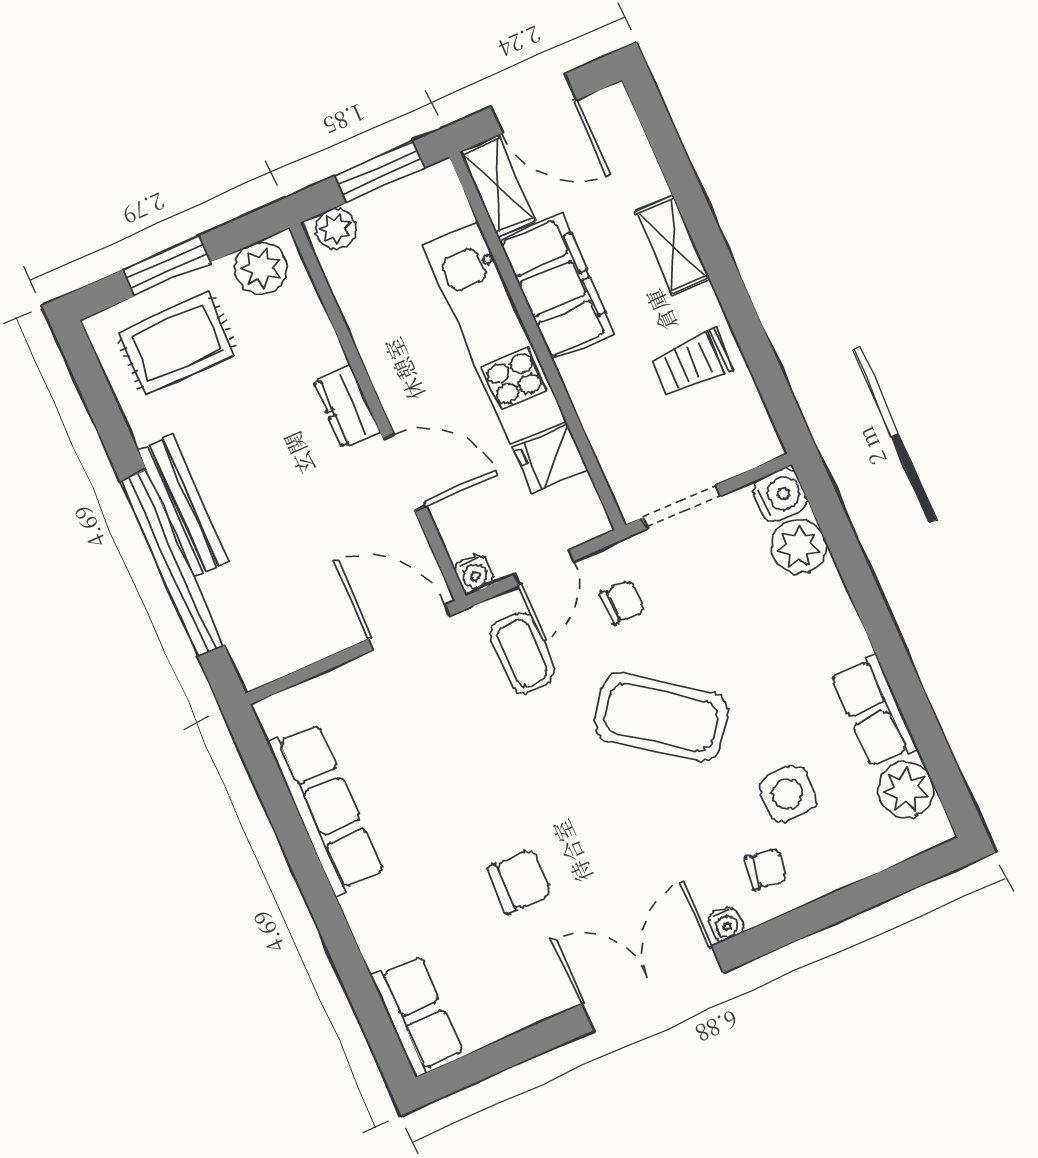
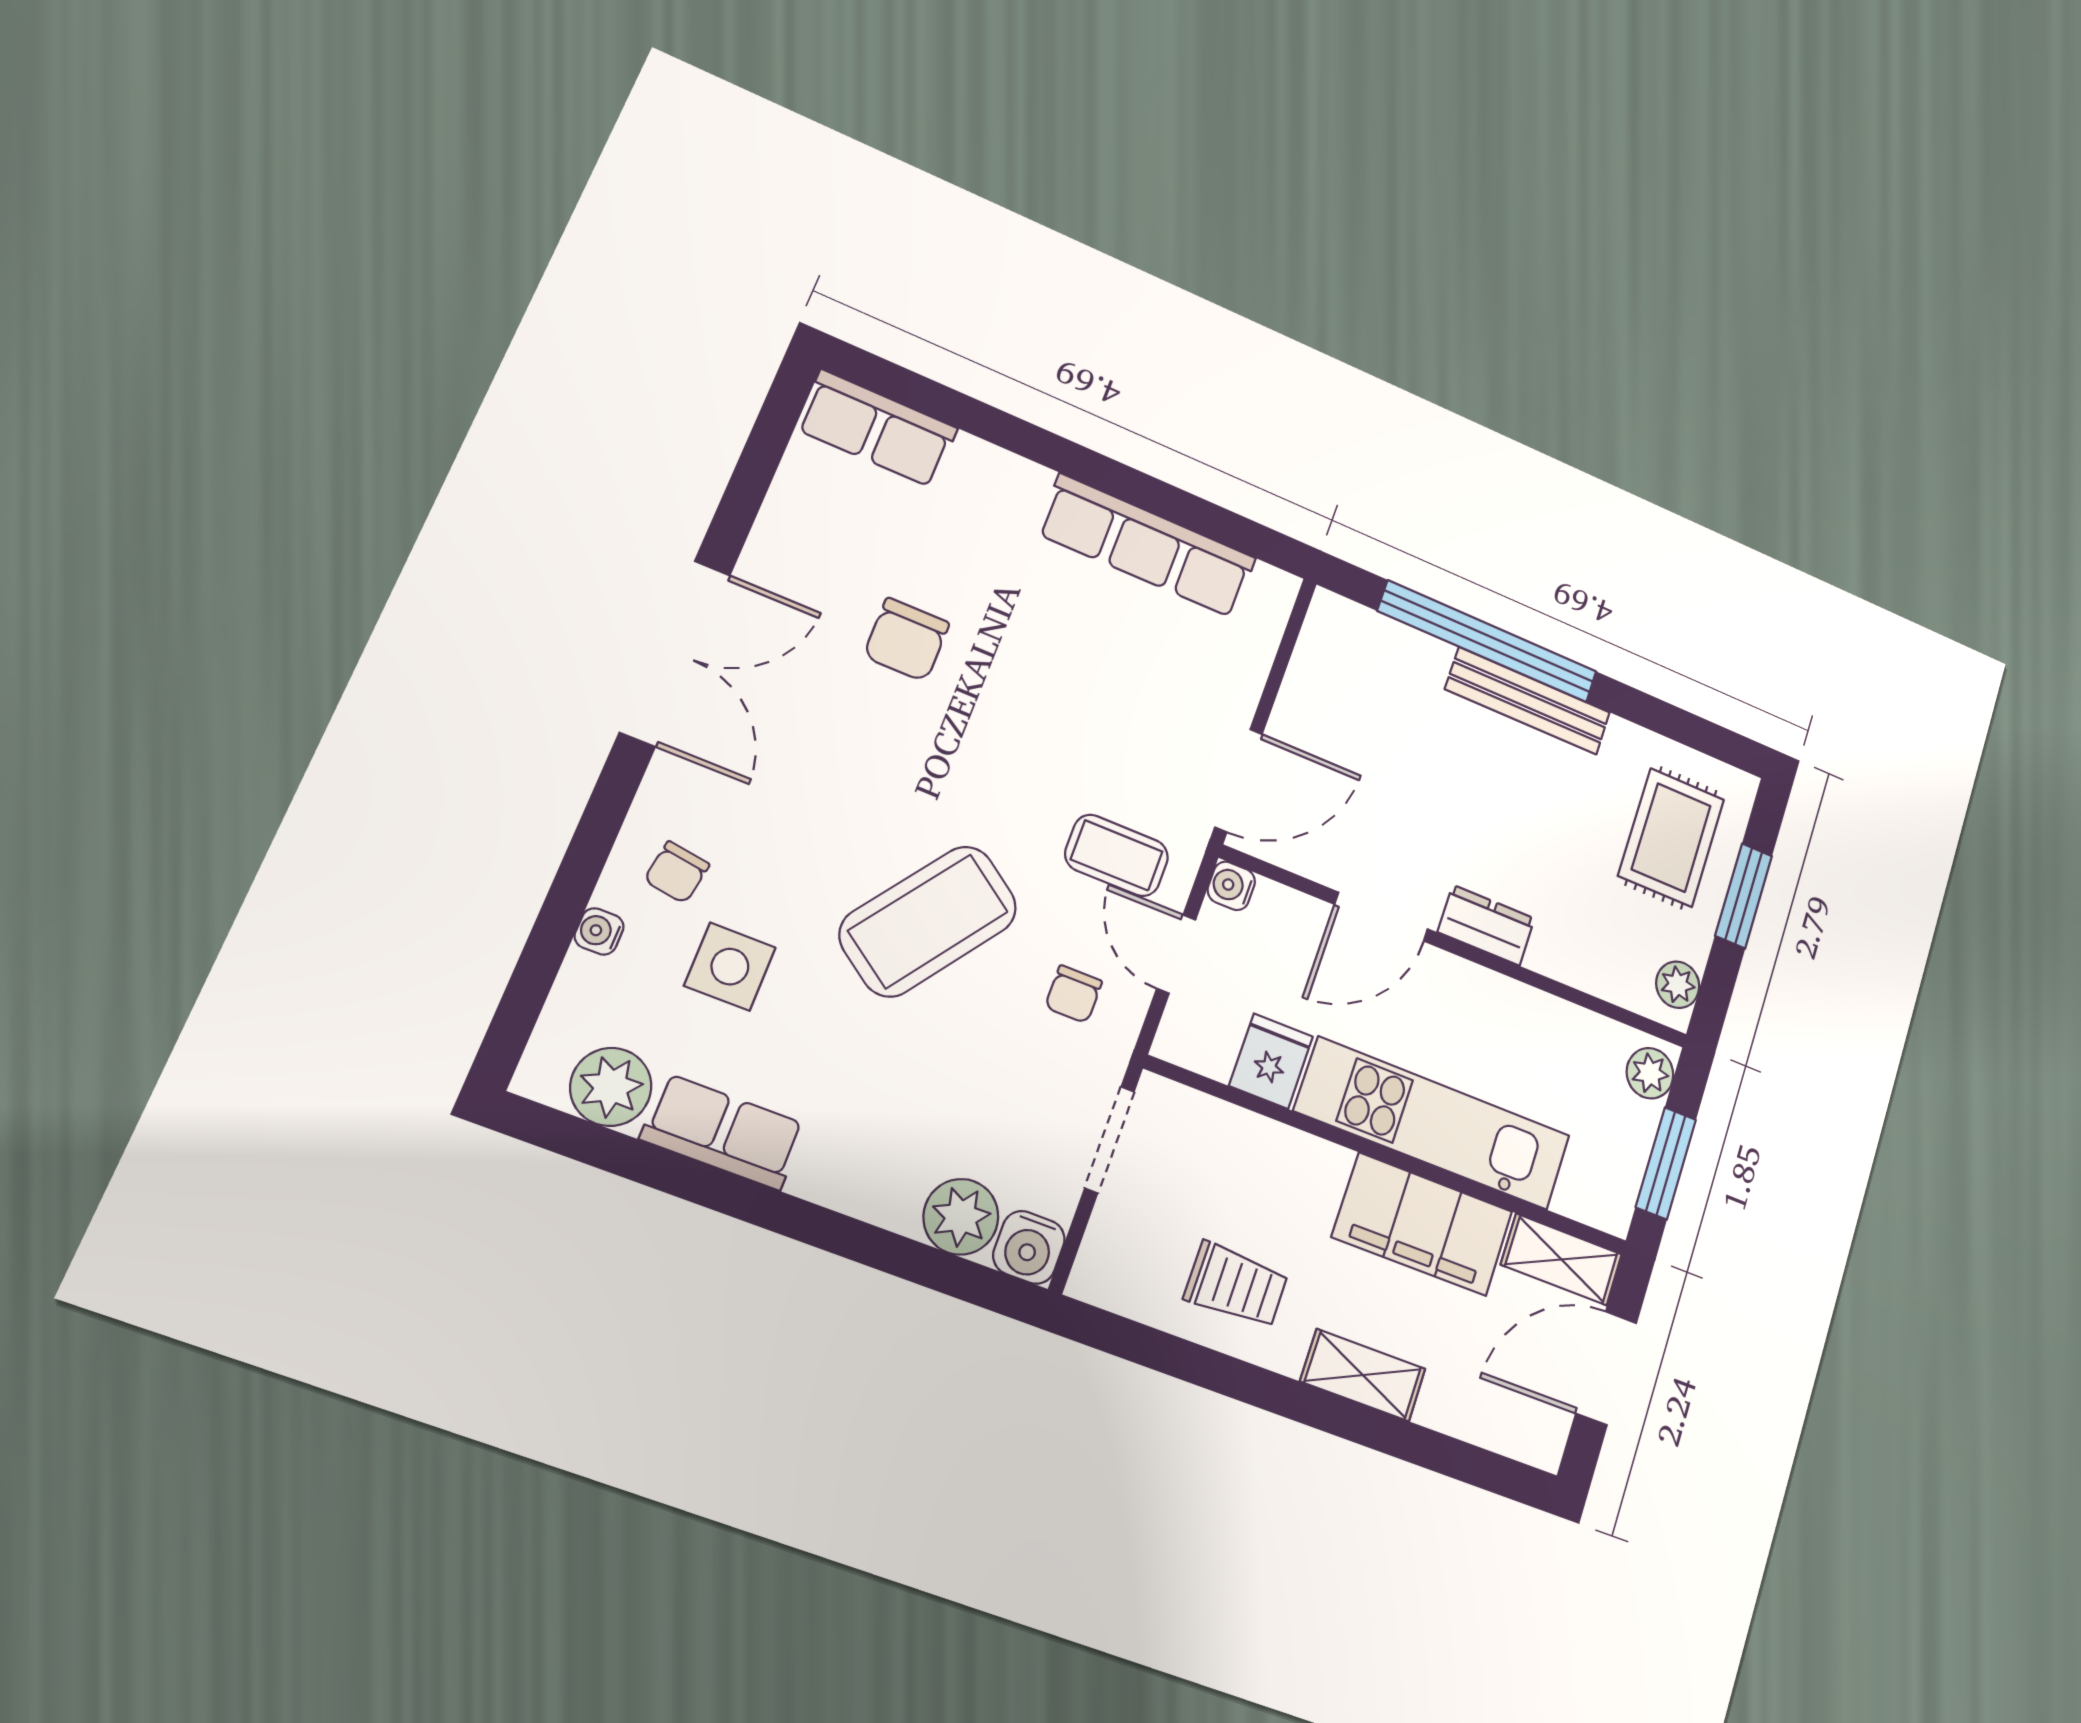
plant: (261, 268) -> (1678, 985), width x0.73, depth x0.73
trolley: (692, 362) -> (1236, 1285), turned 90
water cooler: (726, 924) -> (599, 931), moved

